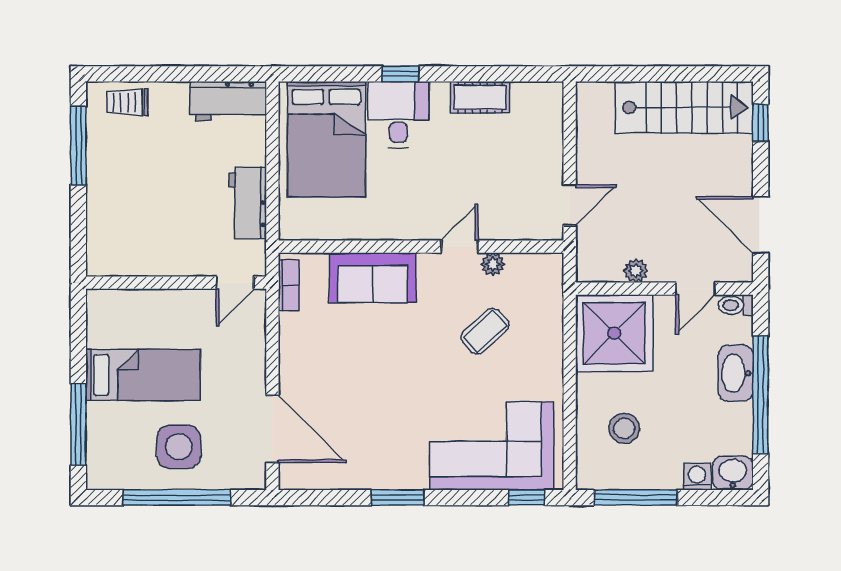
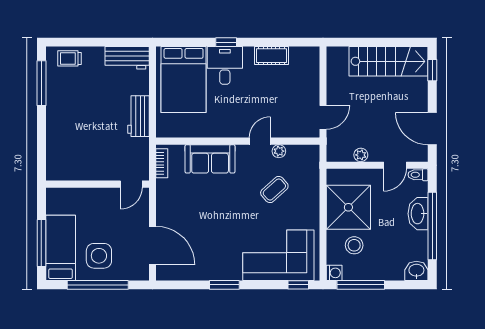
wall: (176, 283) -> (97, 184), moved
door: (235, 283) -> (131, 184), moved
shower: (614, 333) -> (348, 207), moved
bed: (143, 375) -> (61, 248), moved, turned -90
washing machine: (697, 477) -> (334, 273), moved, turned 90

